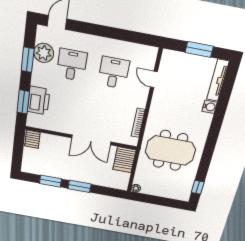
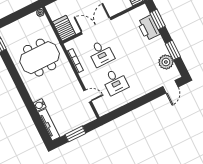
desk: (72, 65) -> (101, 53), moved

